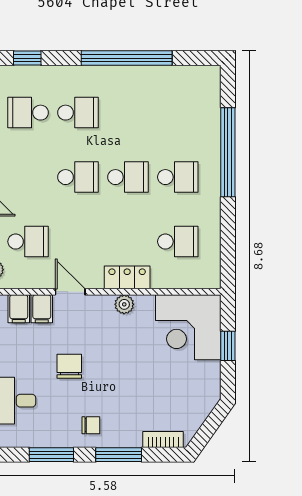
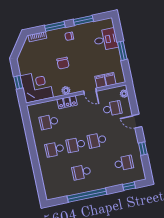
school desk: (78, 113) -> (81, 172), moved
window: (228, 152) -> (36, 164), removed
school desk: (28, 242) -> (112, 109), turned 180
chair: (69, 366) -> (63, 63), moved

